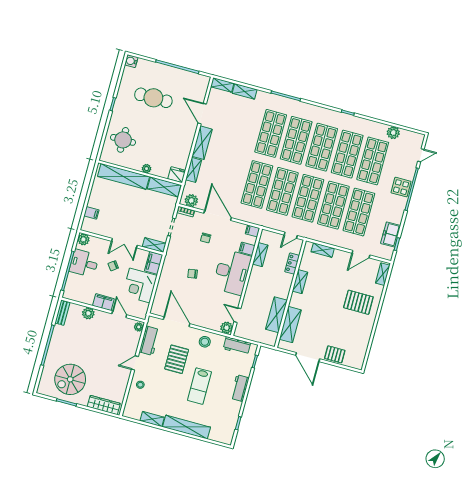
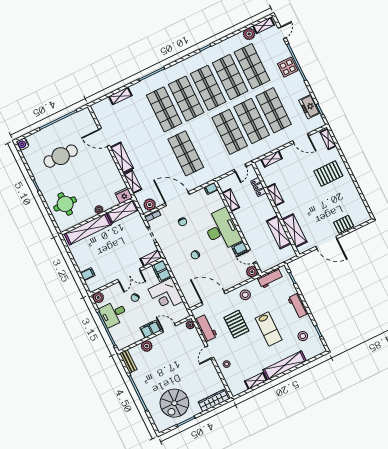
shelving: (222, 85) -> (264, 25), moved
shop shelf: (282, 191) -> (208, 143), removed
filing cabinet: (247, 249) -> (240, 248), moved
door: (361, 254) -> (301, 138), hinge flipped
stool: (222, 416) -> (303, 336), added

